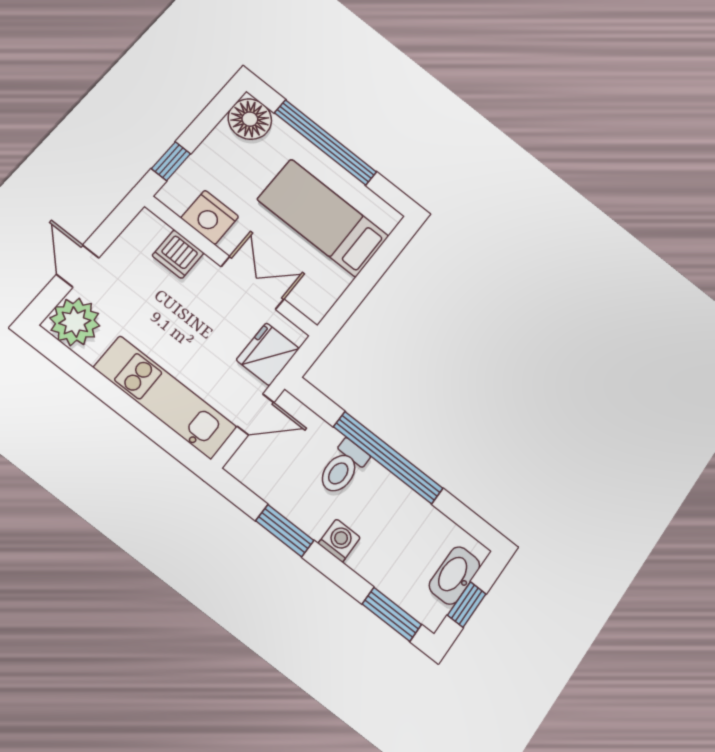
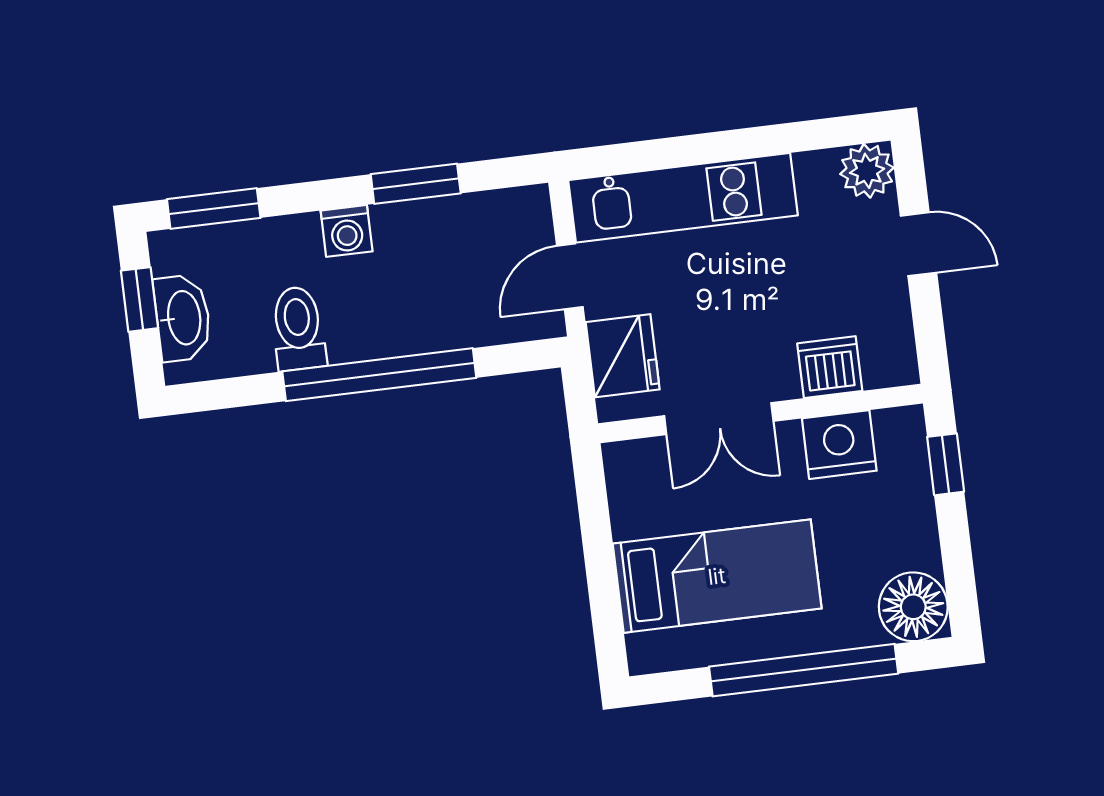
plant: (75, 322) -> (867, 171), width x0.73, depth x0.73
toilet: (343, 468) -> (298, 328), moved

